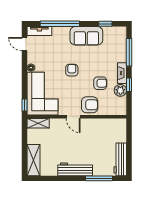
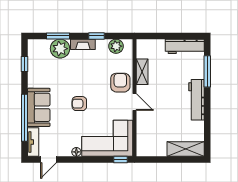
sofa: (86, 36) -> (39, 107), moved
window: (129, 52) -> (58, 36), width x0.69
plant: (118, 54) -> (60, 49), added
armchair: (100, 83) -> (95, 70), removed
plant: (120, 90) -> (116, 46), moved
door: (73, 117) -> (134, 102), hinge flipped
shelving: (38, 123) -> (142, 72), moved

